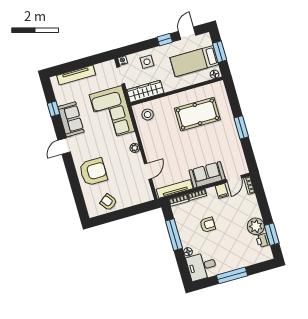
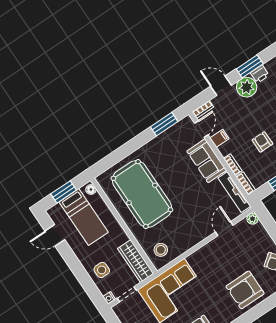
window: (165, 40) -> (70, 258), removed
pool table: (197, 114) -> (142, 194), width x1.36, depth x1.32
window: (241, 127) -> (164, 124), moved
plant: (135, 148) -> (252, 219), moved
door: (148, 171) -> (224, 229), hinge flipped
armchair: (93, 172) -> (245, 290), turned -90
door: (234, 179) -> (201, 129), hinge flipped
door: (264, 206) -> (221, 86), added

